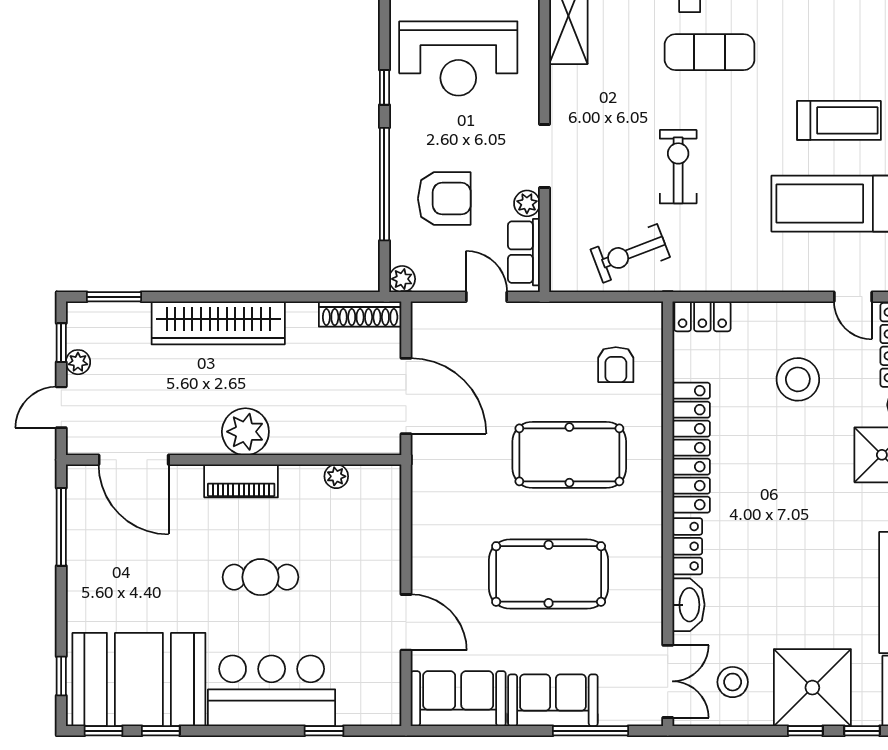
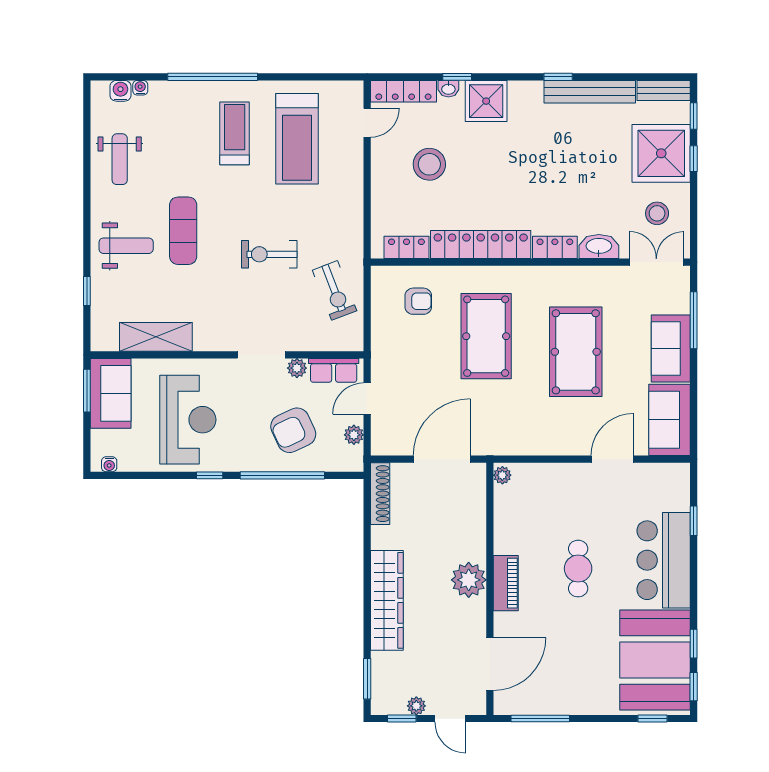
armchair: (444, 199) -> (293, 430), turned -115
plant: (402, 279) -> (354, 435), moved
locker: (702, 316) -> (406, 247), moved, turned -90
plant: (336, 476) -> (502, 475), moved

